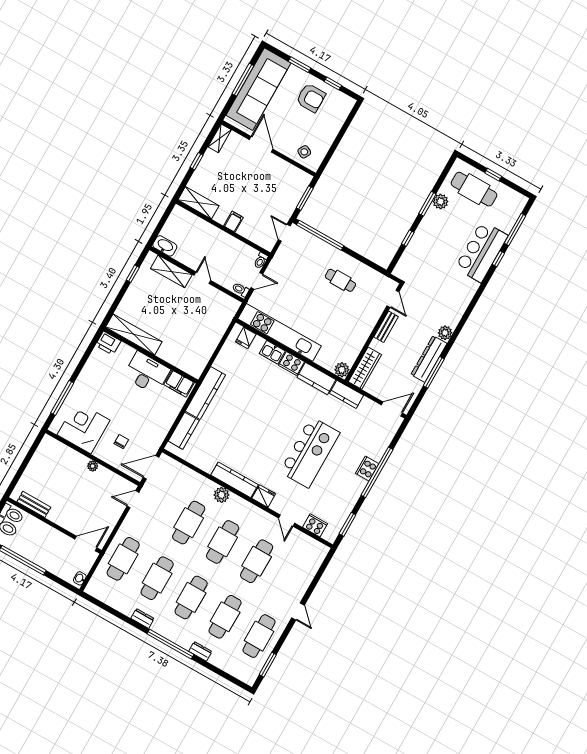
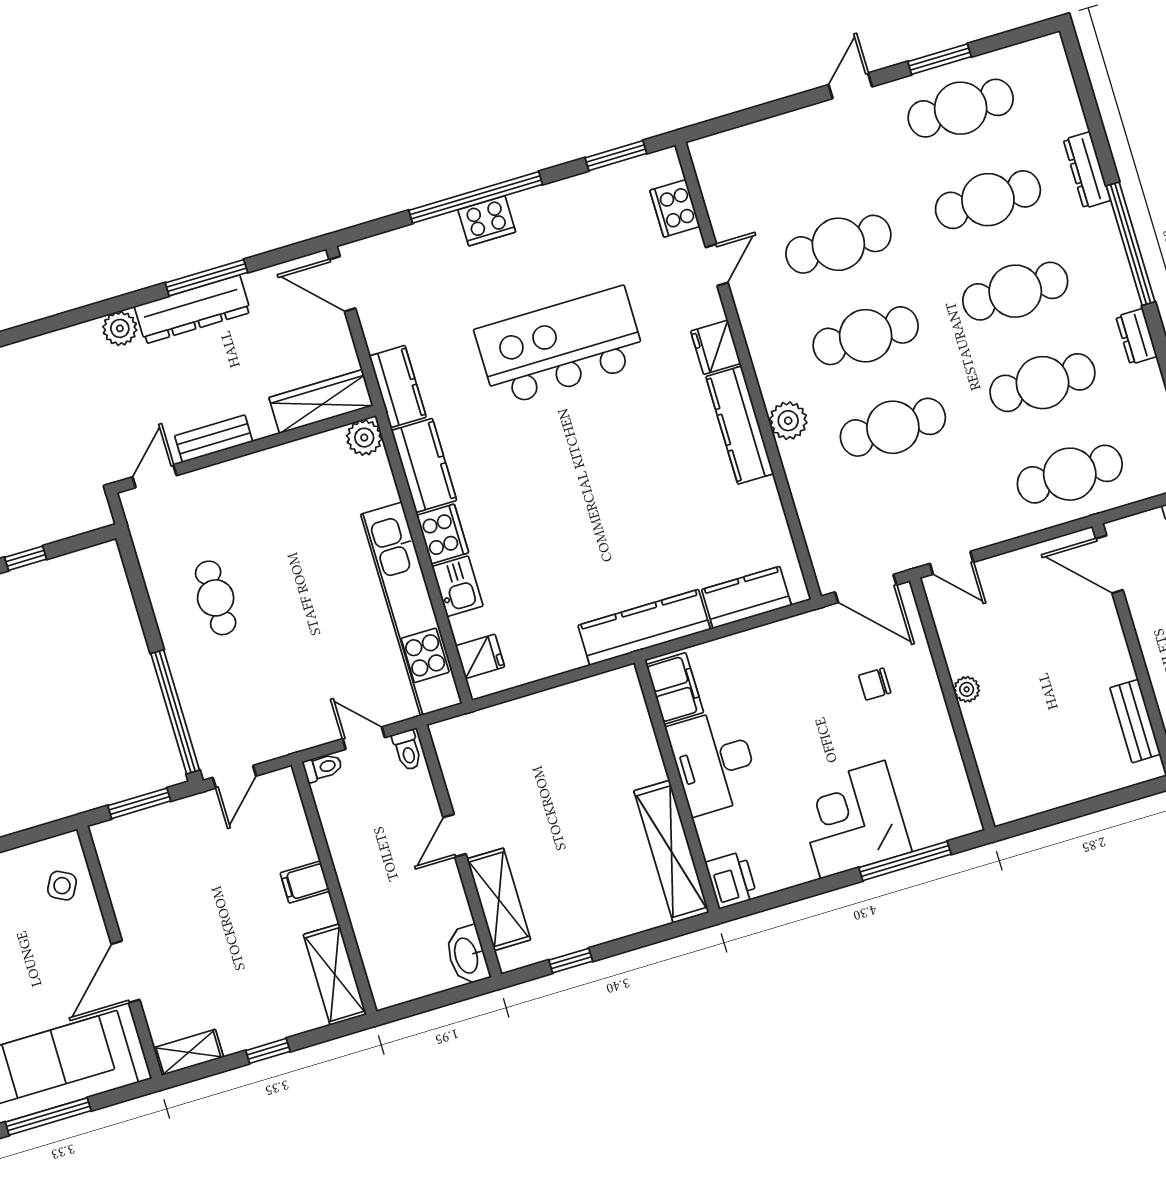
corner desk: (83, 428) -> (853, 820), moved, turned 90
dresser: (200, 651) -> (1087, 170), width x1.44
window: (268, 665) -> (939, 59), moved

